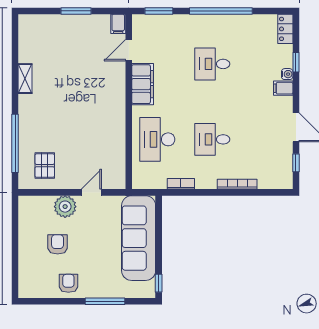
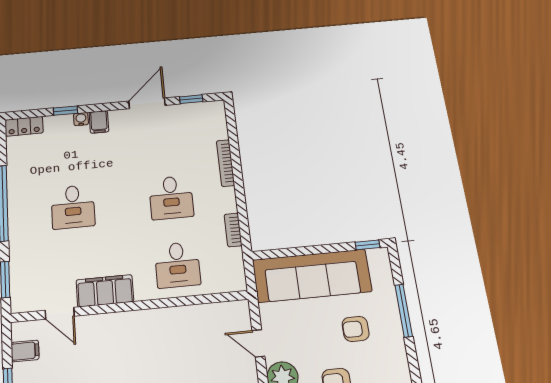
filing cabinet: (118, 24) -> (25, 351), moved
desk: (157, 139) -> (177, 265), width x0.73
armchair: (68, 283) -> (356, 329), moved

